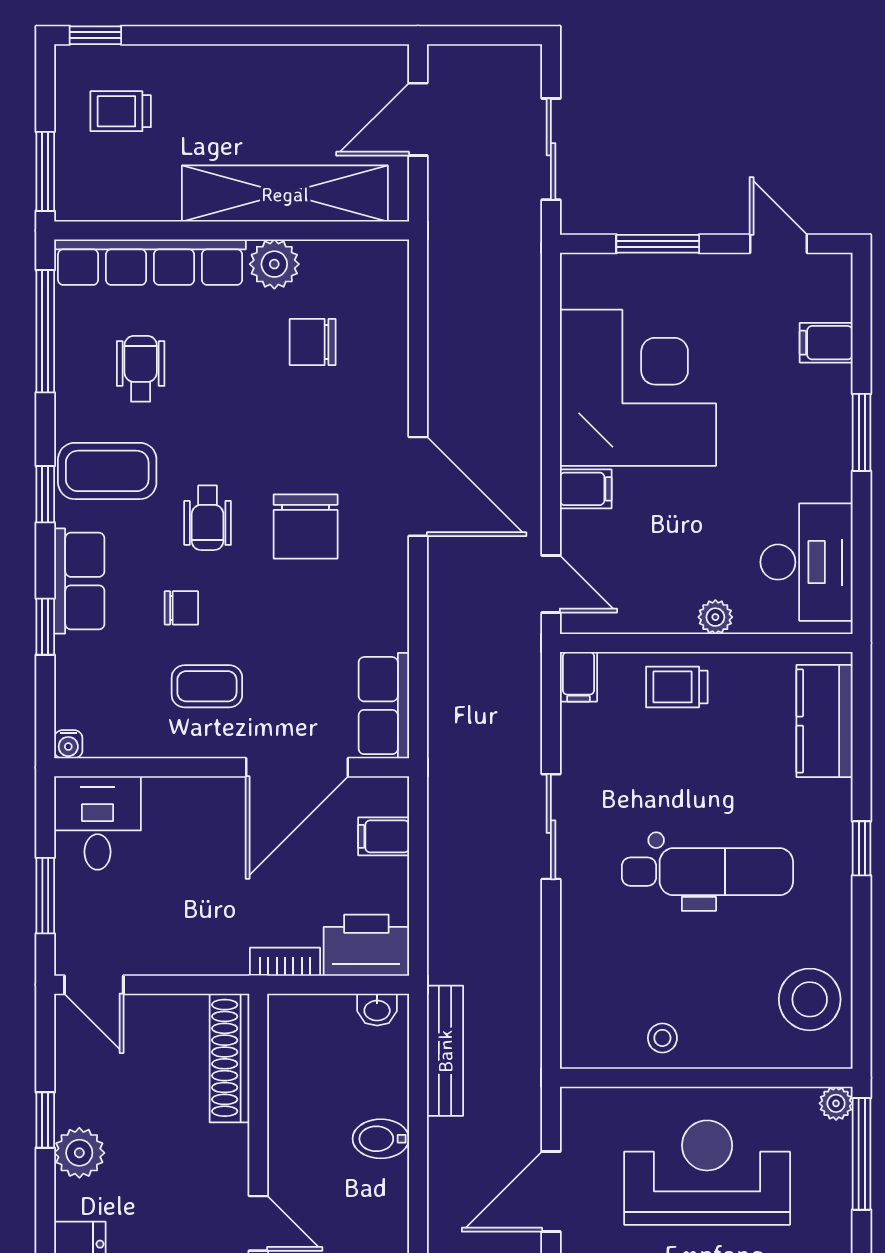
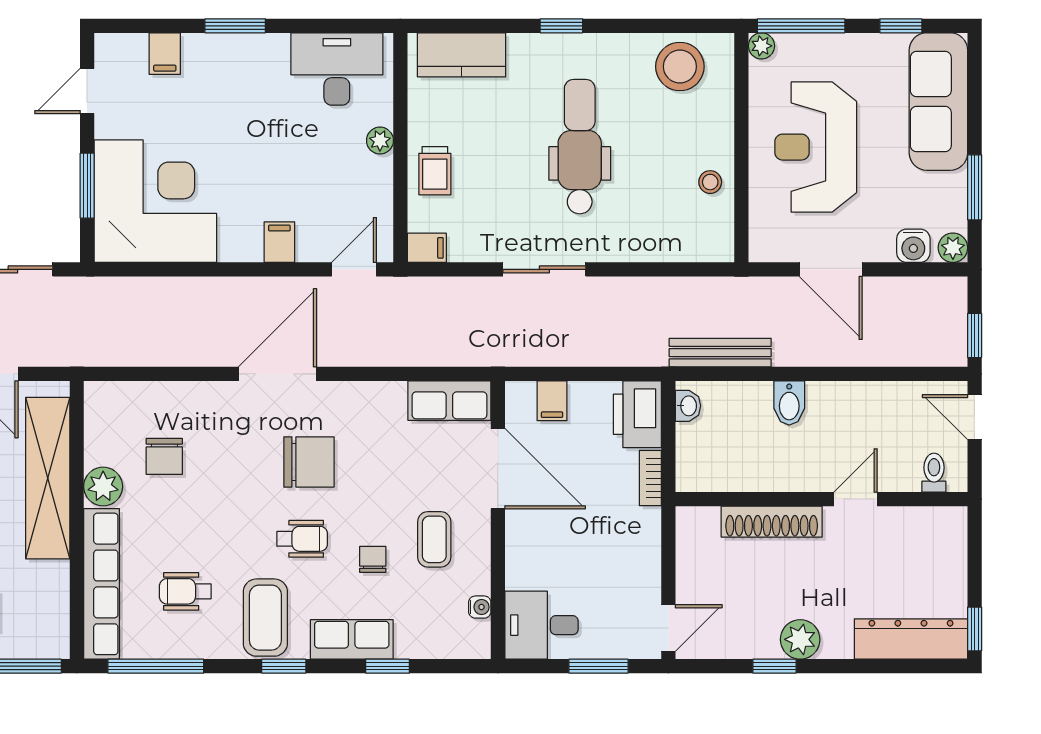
corner desk: (638, 388) -> (155, 201), moved, turned 90
water cooler: (68, 744) -> (480, 607), moved
shoe rack: (229, 1058) -> (772, 522), moved

